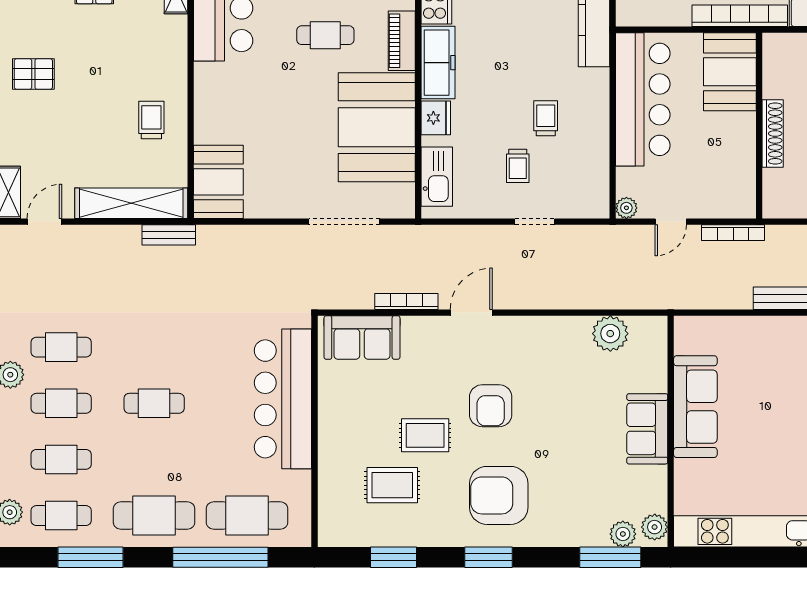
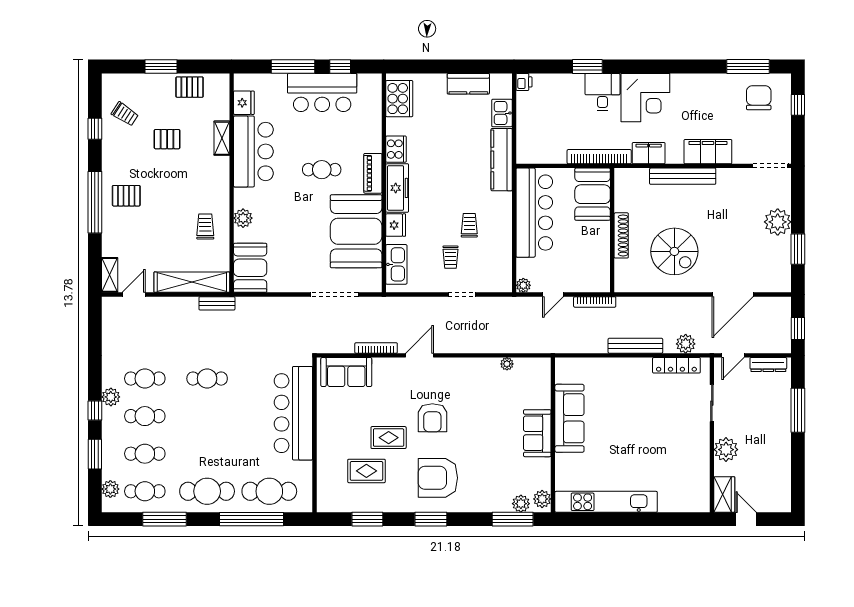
plant: (208, 108) -> (243, 218), added
plant: (610, 334) -> (507, 364), width x0.53, depth x0.53
cafe table: (154, 403) -> (207, 379), moved

